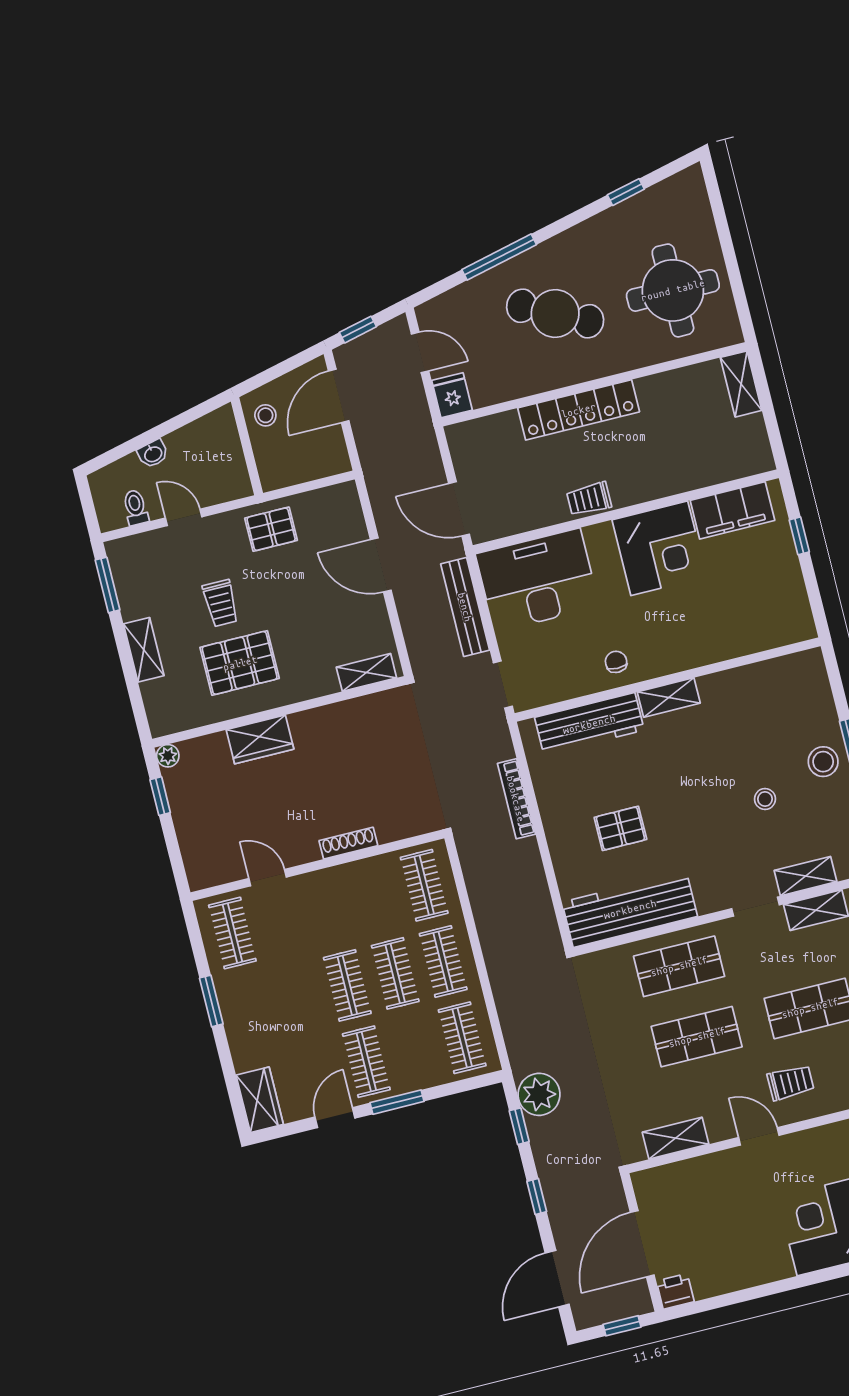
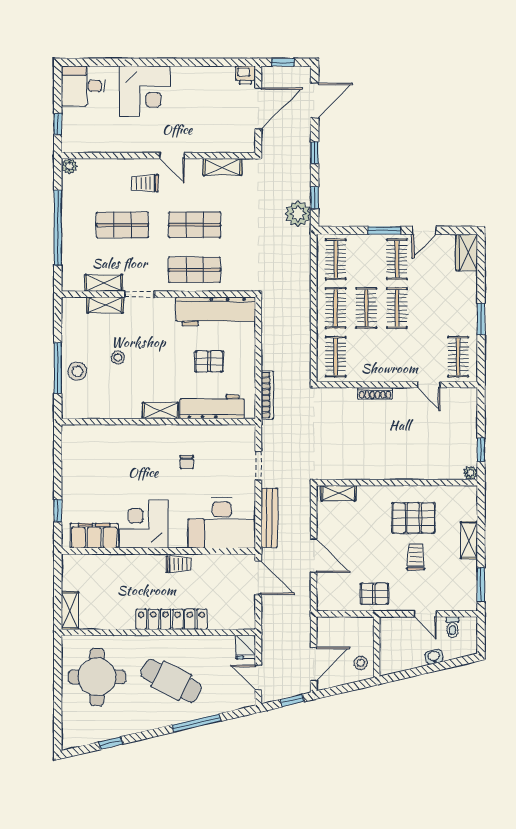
wall: (668, 680) -> (158, 422), moved
shelving: (669, 697) -> (160, 411), moved
workbench: (589, 724) -> (212, 407), moved
wardrobe: (260, 739) -> (412, 469), removed

